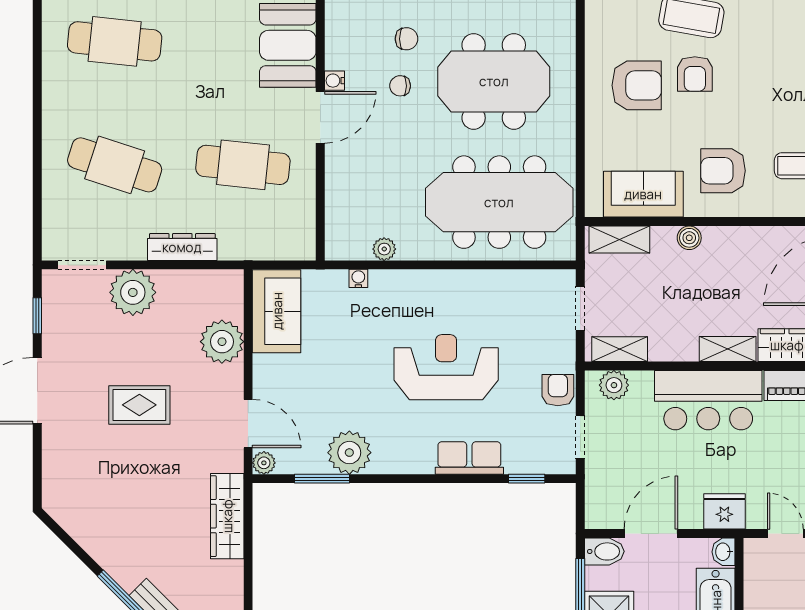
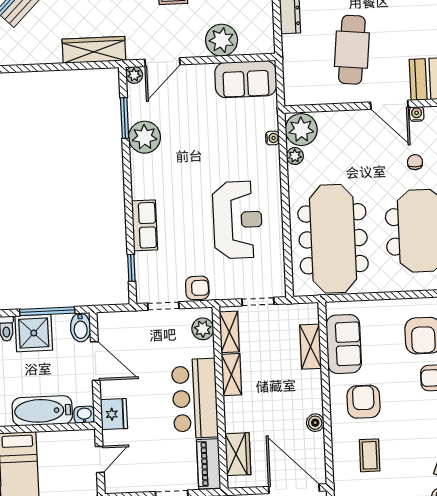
boiler: (689, 238) -> (315, 423), moved
plant: (349, 239) -> (301, 130), added
shelving: (619, 239) -> (311, 347), moved
shelving: (728, 349) -> (231, 375), moved
reception desk: (446, 367) -> (238, 220), moved

